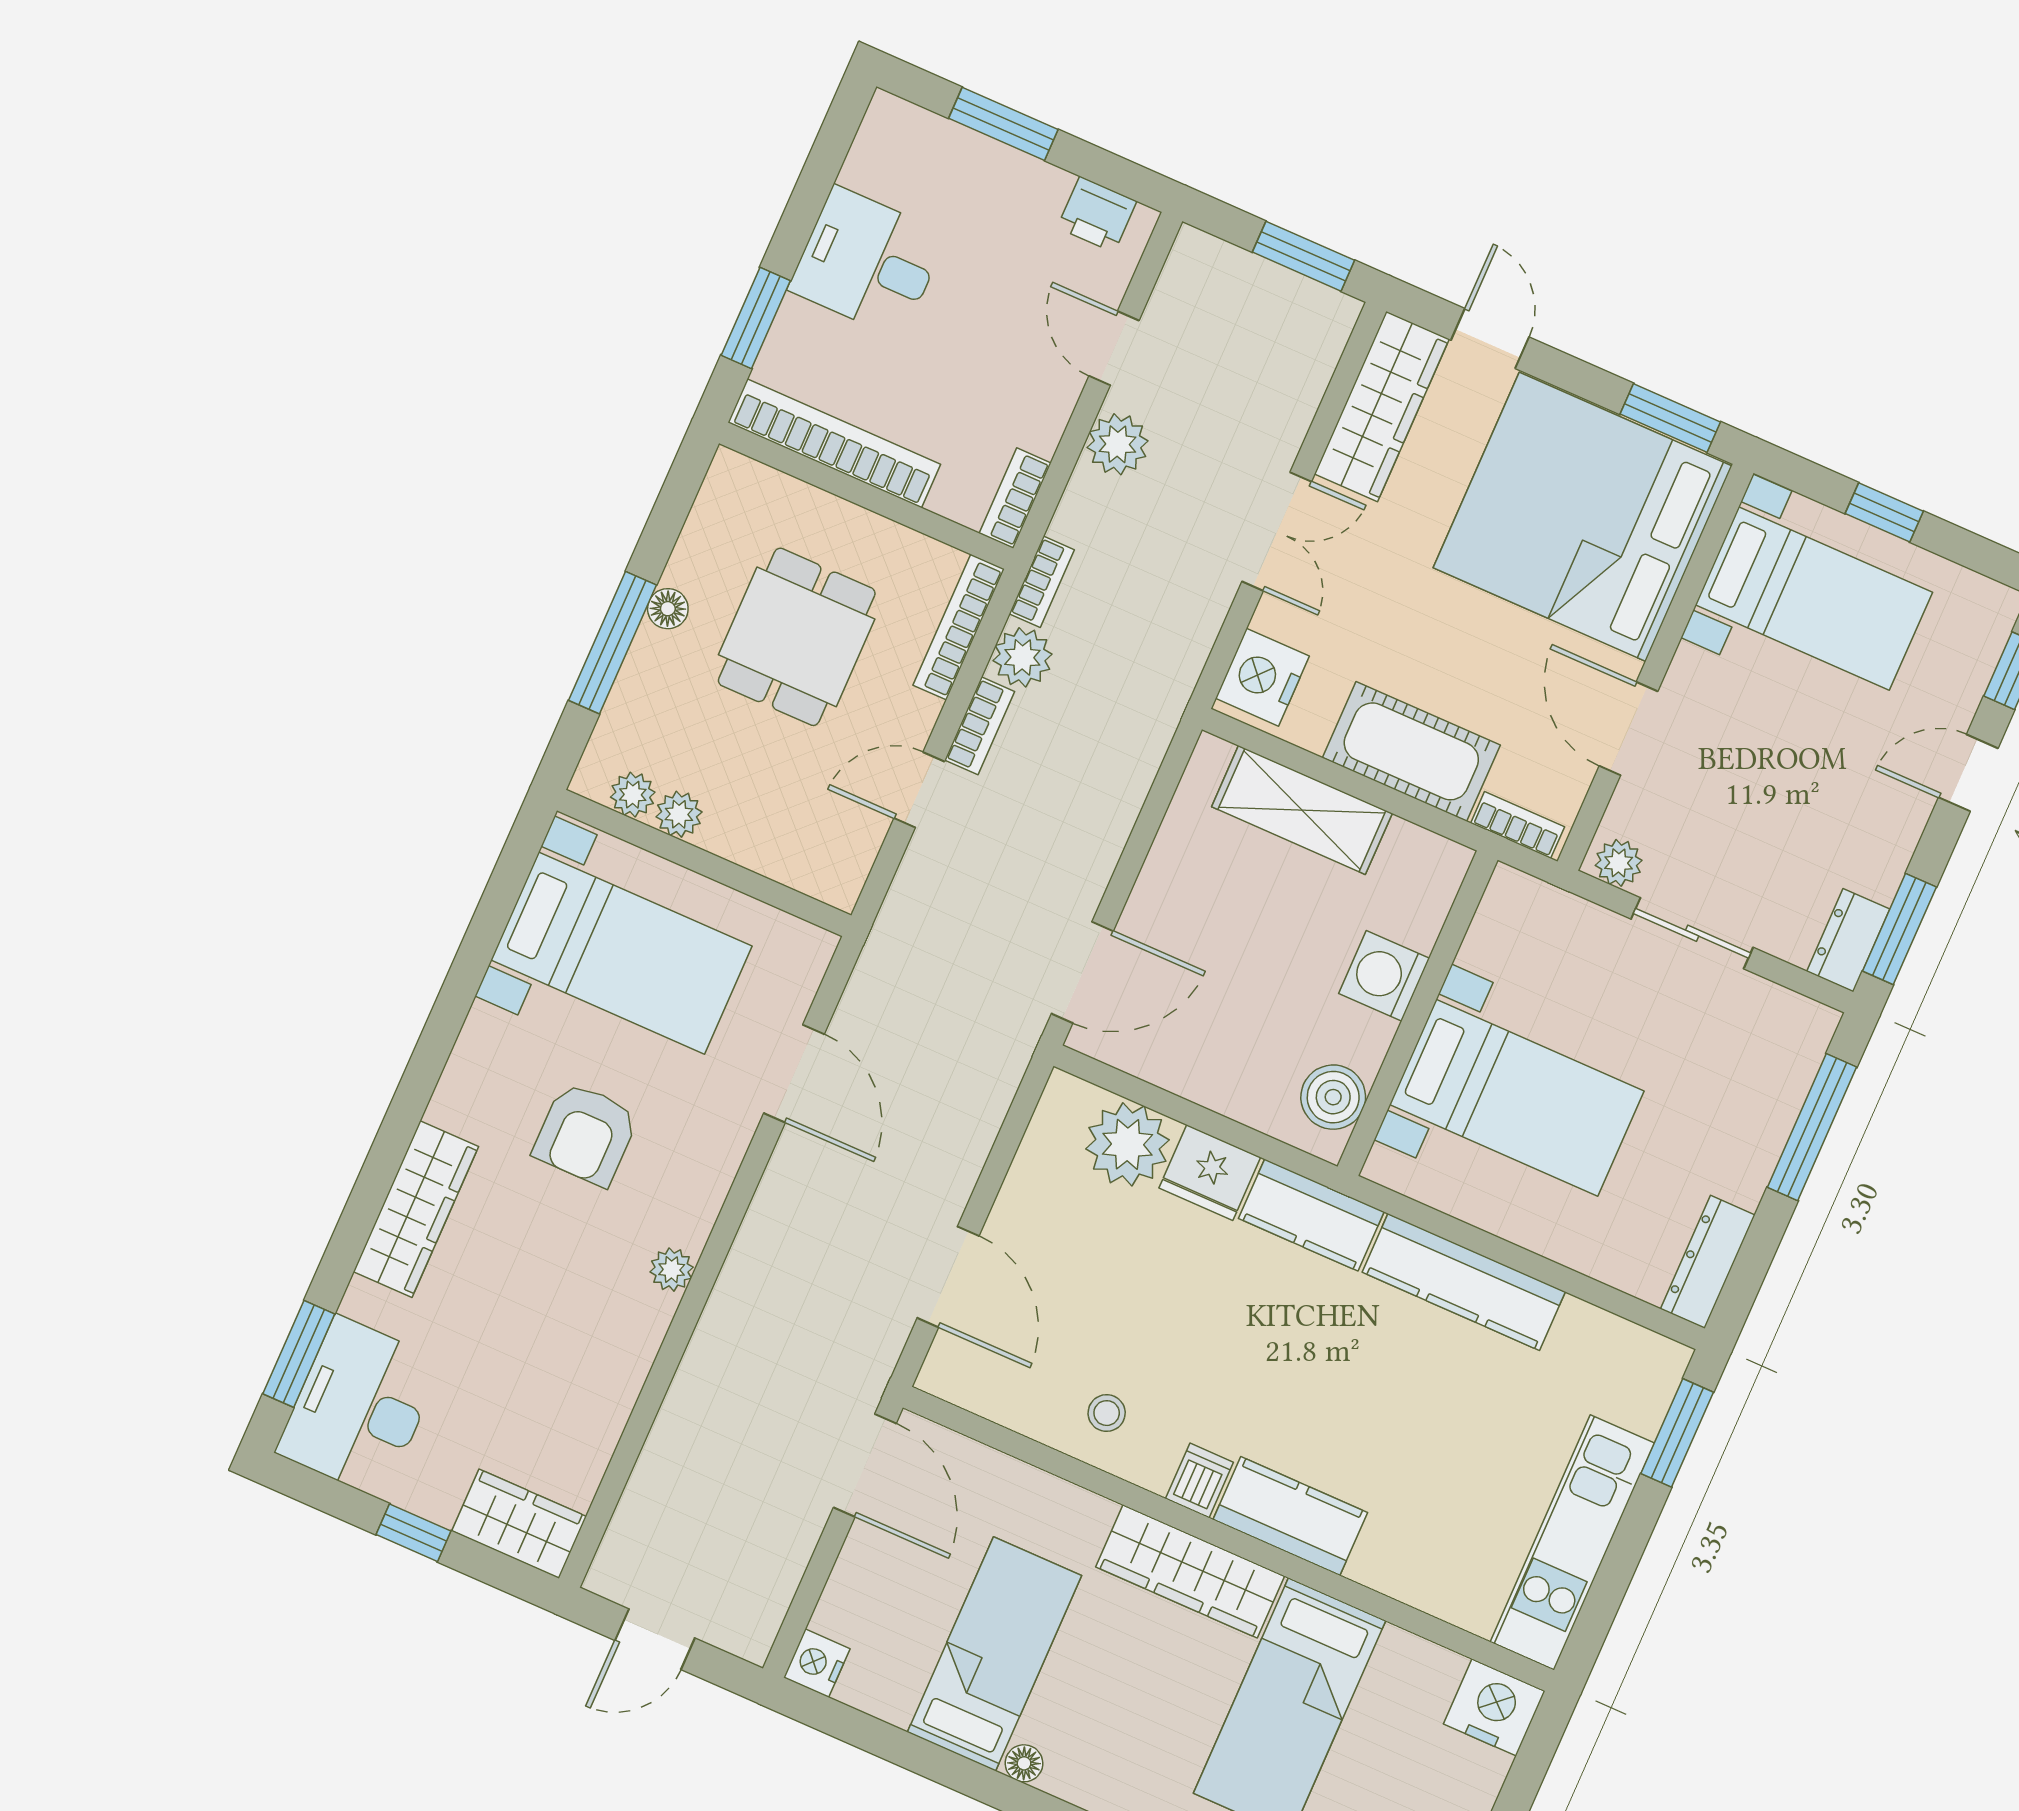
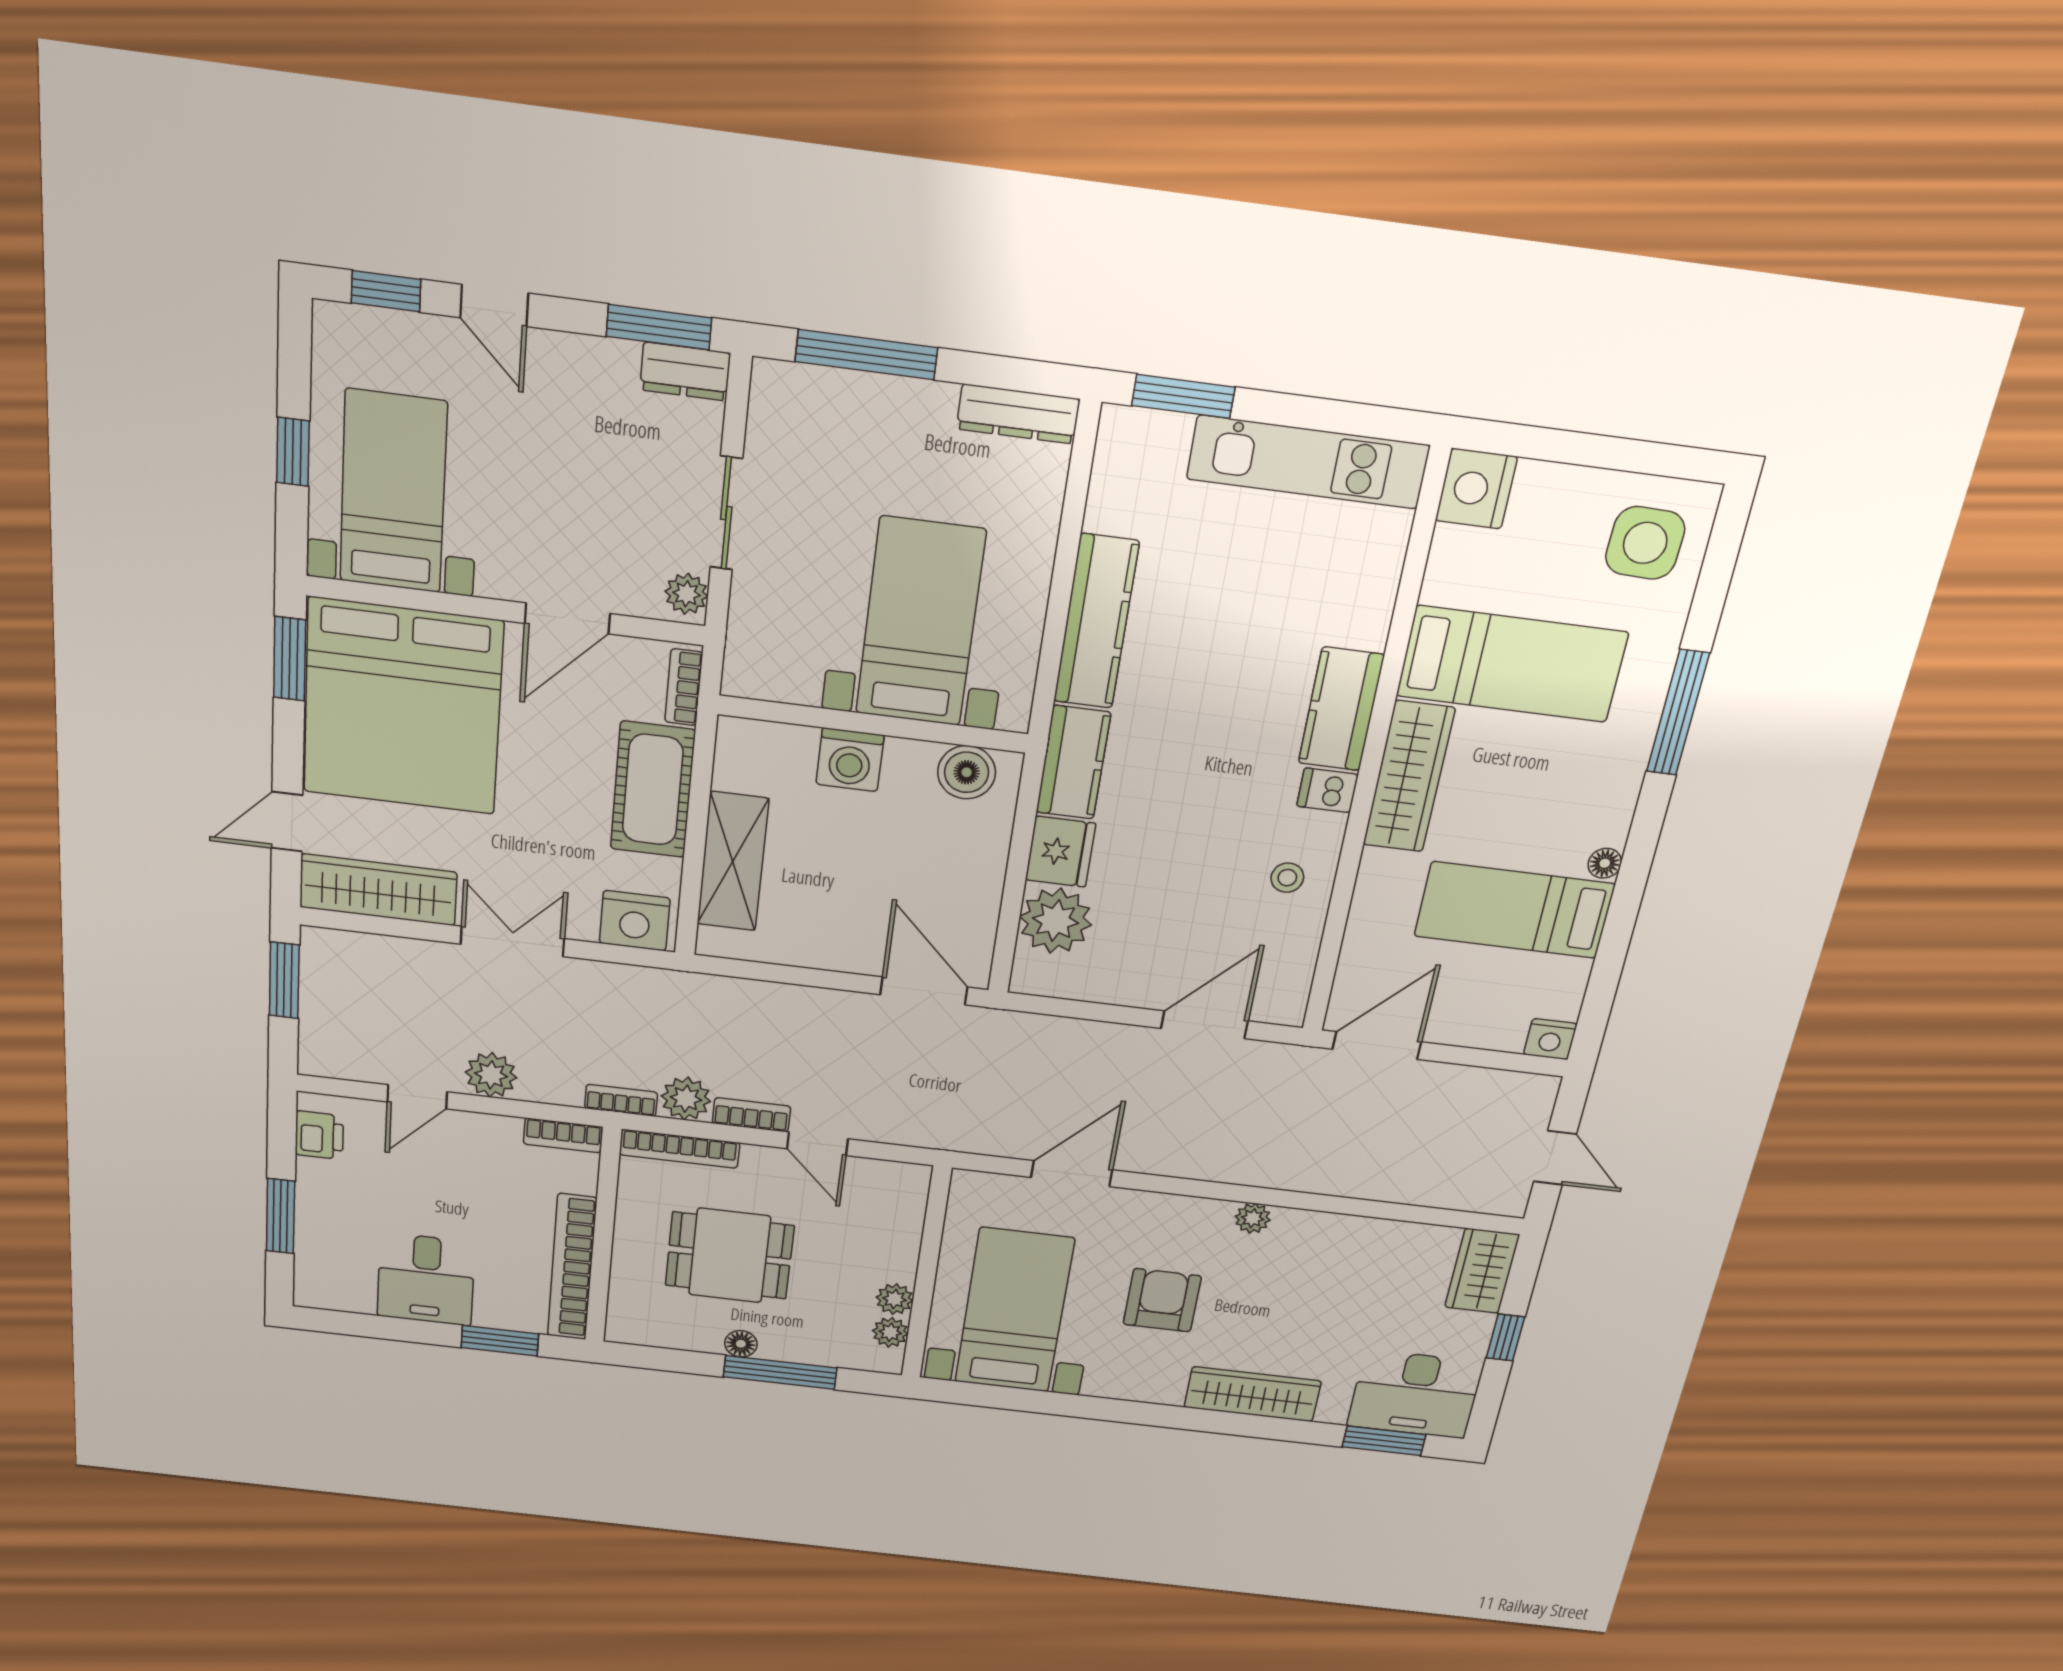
armchair: (586, 1134) -> (1162, 1300), turned -90

